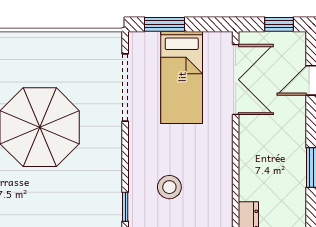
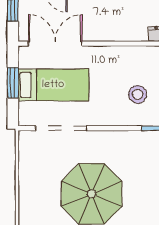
window: (165, 24) -> (13, 83), moved

